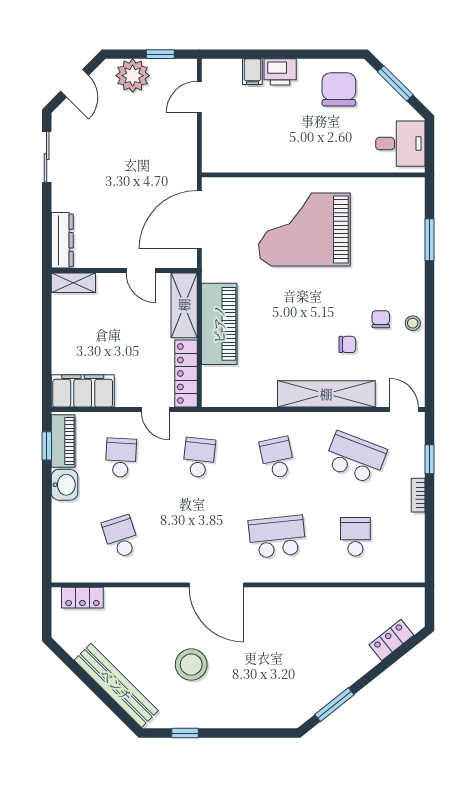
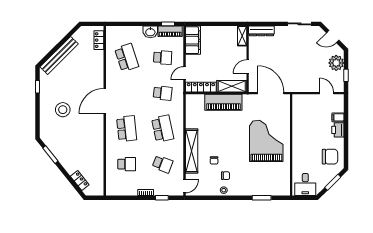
school desk: (277, 458) -> (163, 129), width x1.85
school desk: (355, 458) -> (163, 164), width x0.54
school desk: (121, 537) -> (127, 58), width x1.85
stool: (191, 665) -> (63, 110), moved

